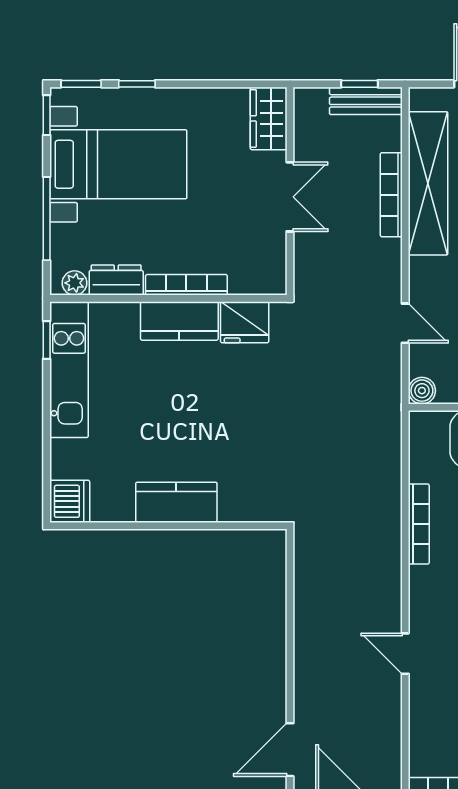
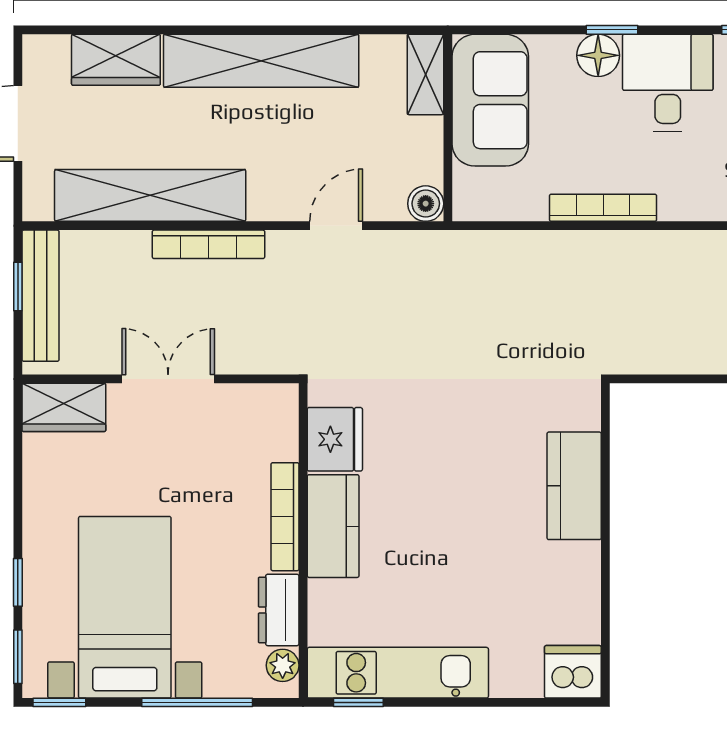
bench: (366, 101) -> (41, 296), width x1.36
bookcase: (391, 195) -> (208, 244), moved
kitchen counter: (176, 502) -> (574, 486), moved

